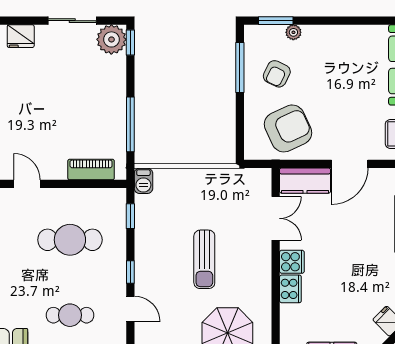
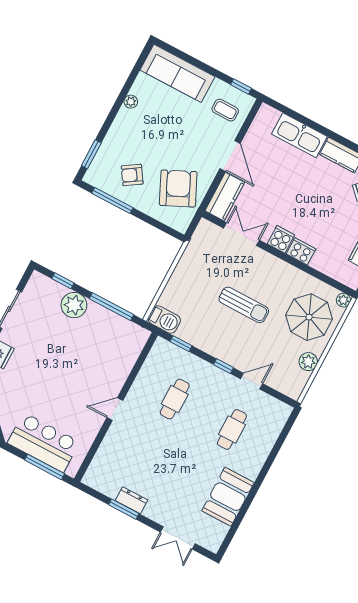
plant: (293, 32) -> (131, 102), moved
plant: (111, 39) -> (74, 305), moved
window: (130, 43) -> (63, 281), moved
armchair: (277, 74) -> (132, 175), turned 121
piano: (91, 170) -> (130, 355), removed
barbecue: (143, 181) -> (164, 320), width x1.38, depth x1.27
cafe table: (70, 240) -> (175, 399), width x0.73, depth x0.74

